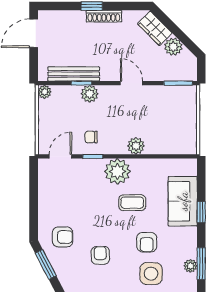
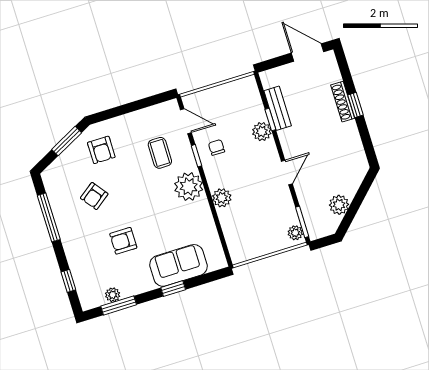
shoe rack: (104, 16) -> (343, 102), moved
wardrobe: (155, 28) -> (352, 179), removed
bench: (74, 74) -> (278, 108), width x0.73
plant: (44, 92) -> (295, 233), moved
coffee table: (132, 203) -> (160, 153), moved
armchair: (100, 255) -> (94, 196), turned 144
side table: (151, 274) -> (91, 256), removed

